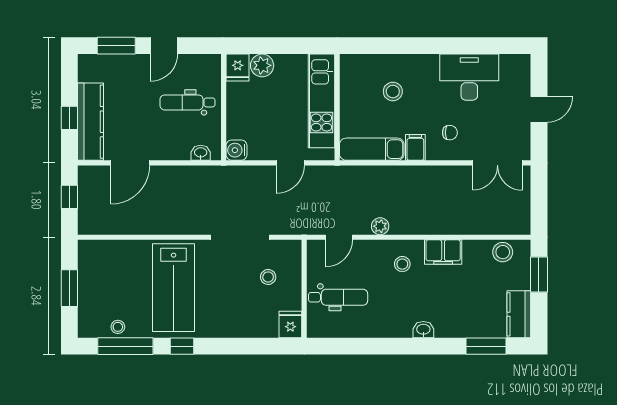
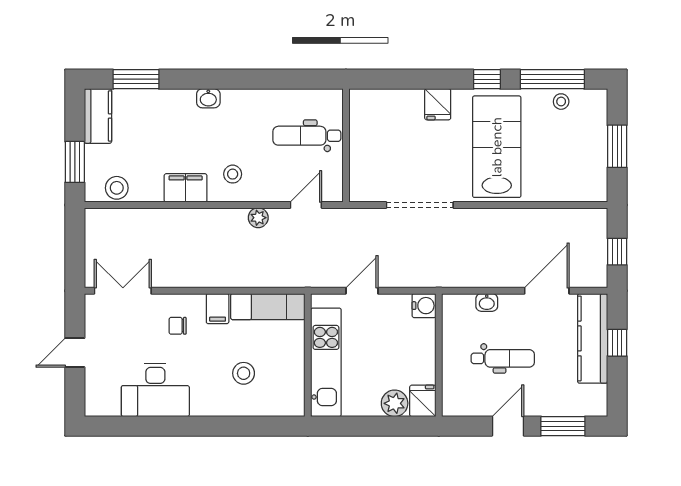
dental chair: (188, 102) -> (503, 358), moved
washbasin: (201, 153) -> (487, 302), moved
stool: (268, 277) -> (388, 159), removed
fridge: (290, 325) -> (438, 104), moved

